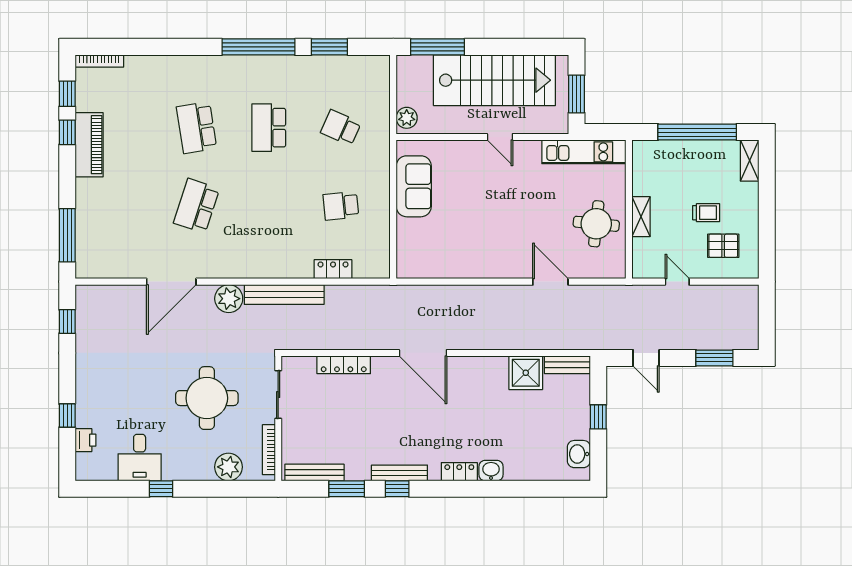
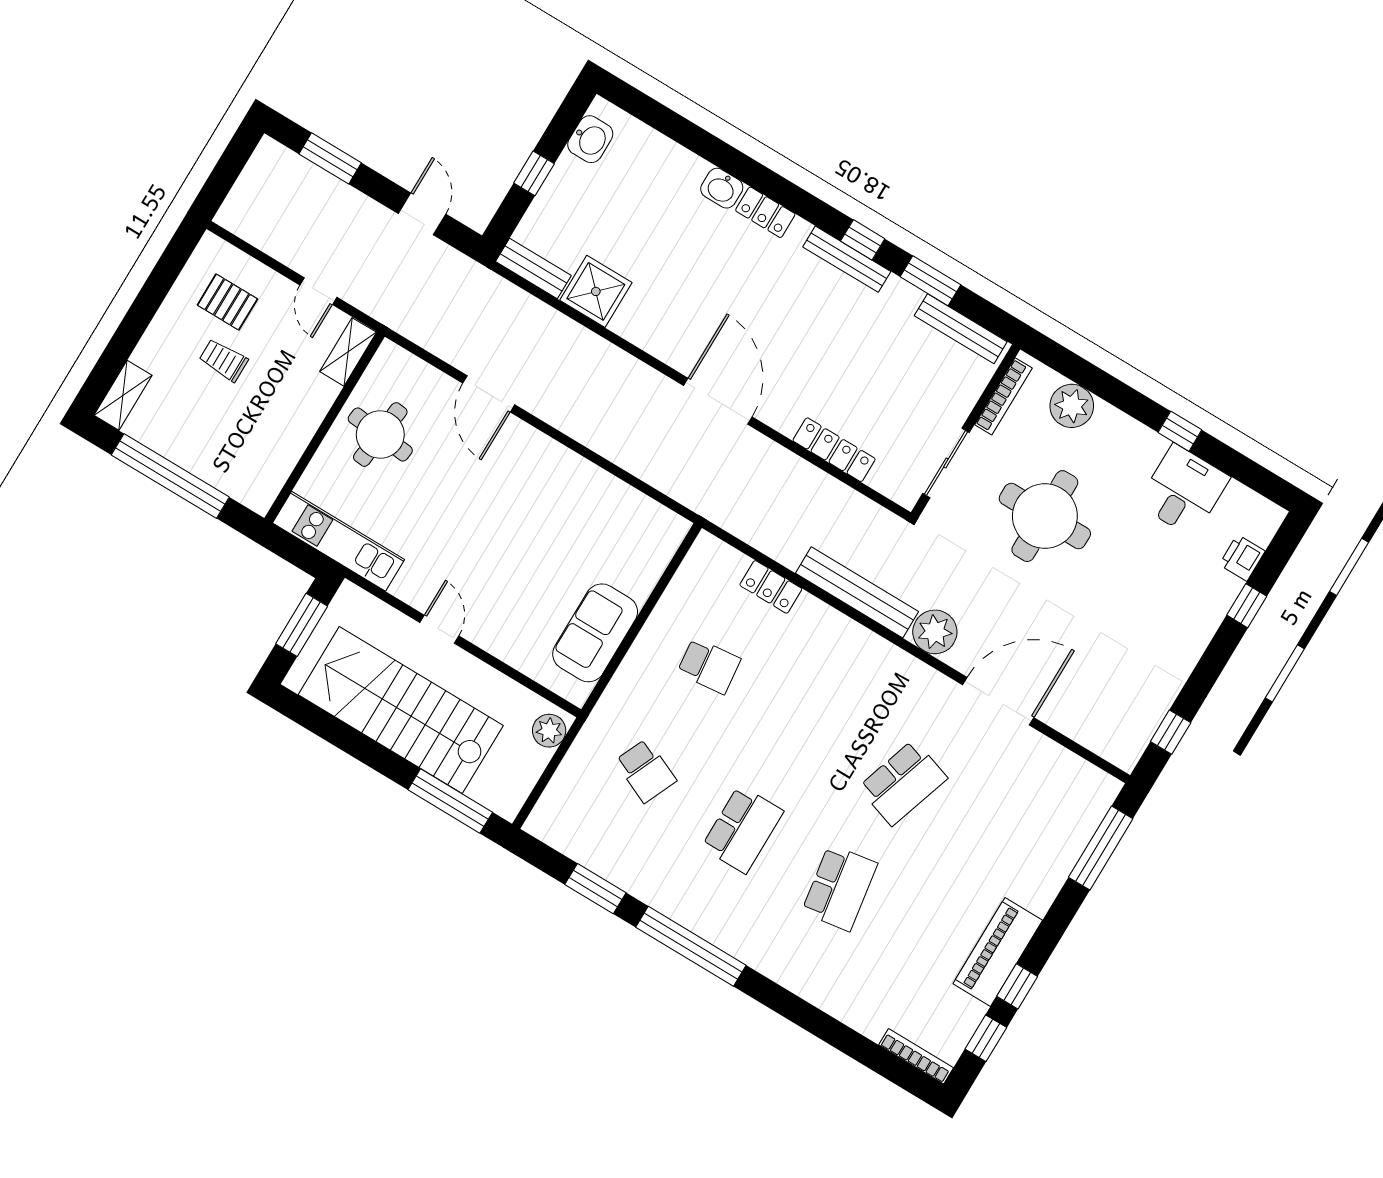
shelving: (641, 217) -> (348, 352), moved

